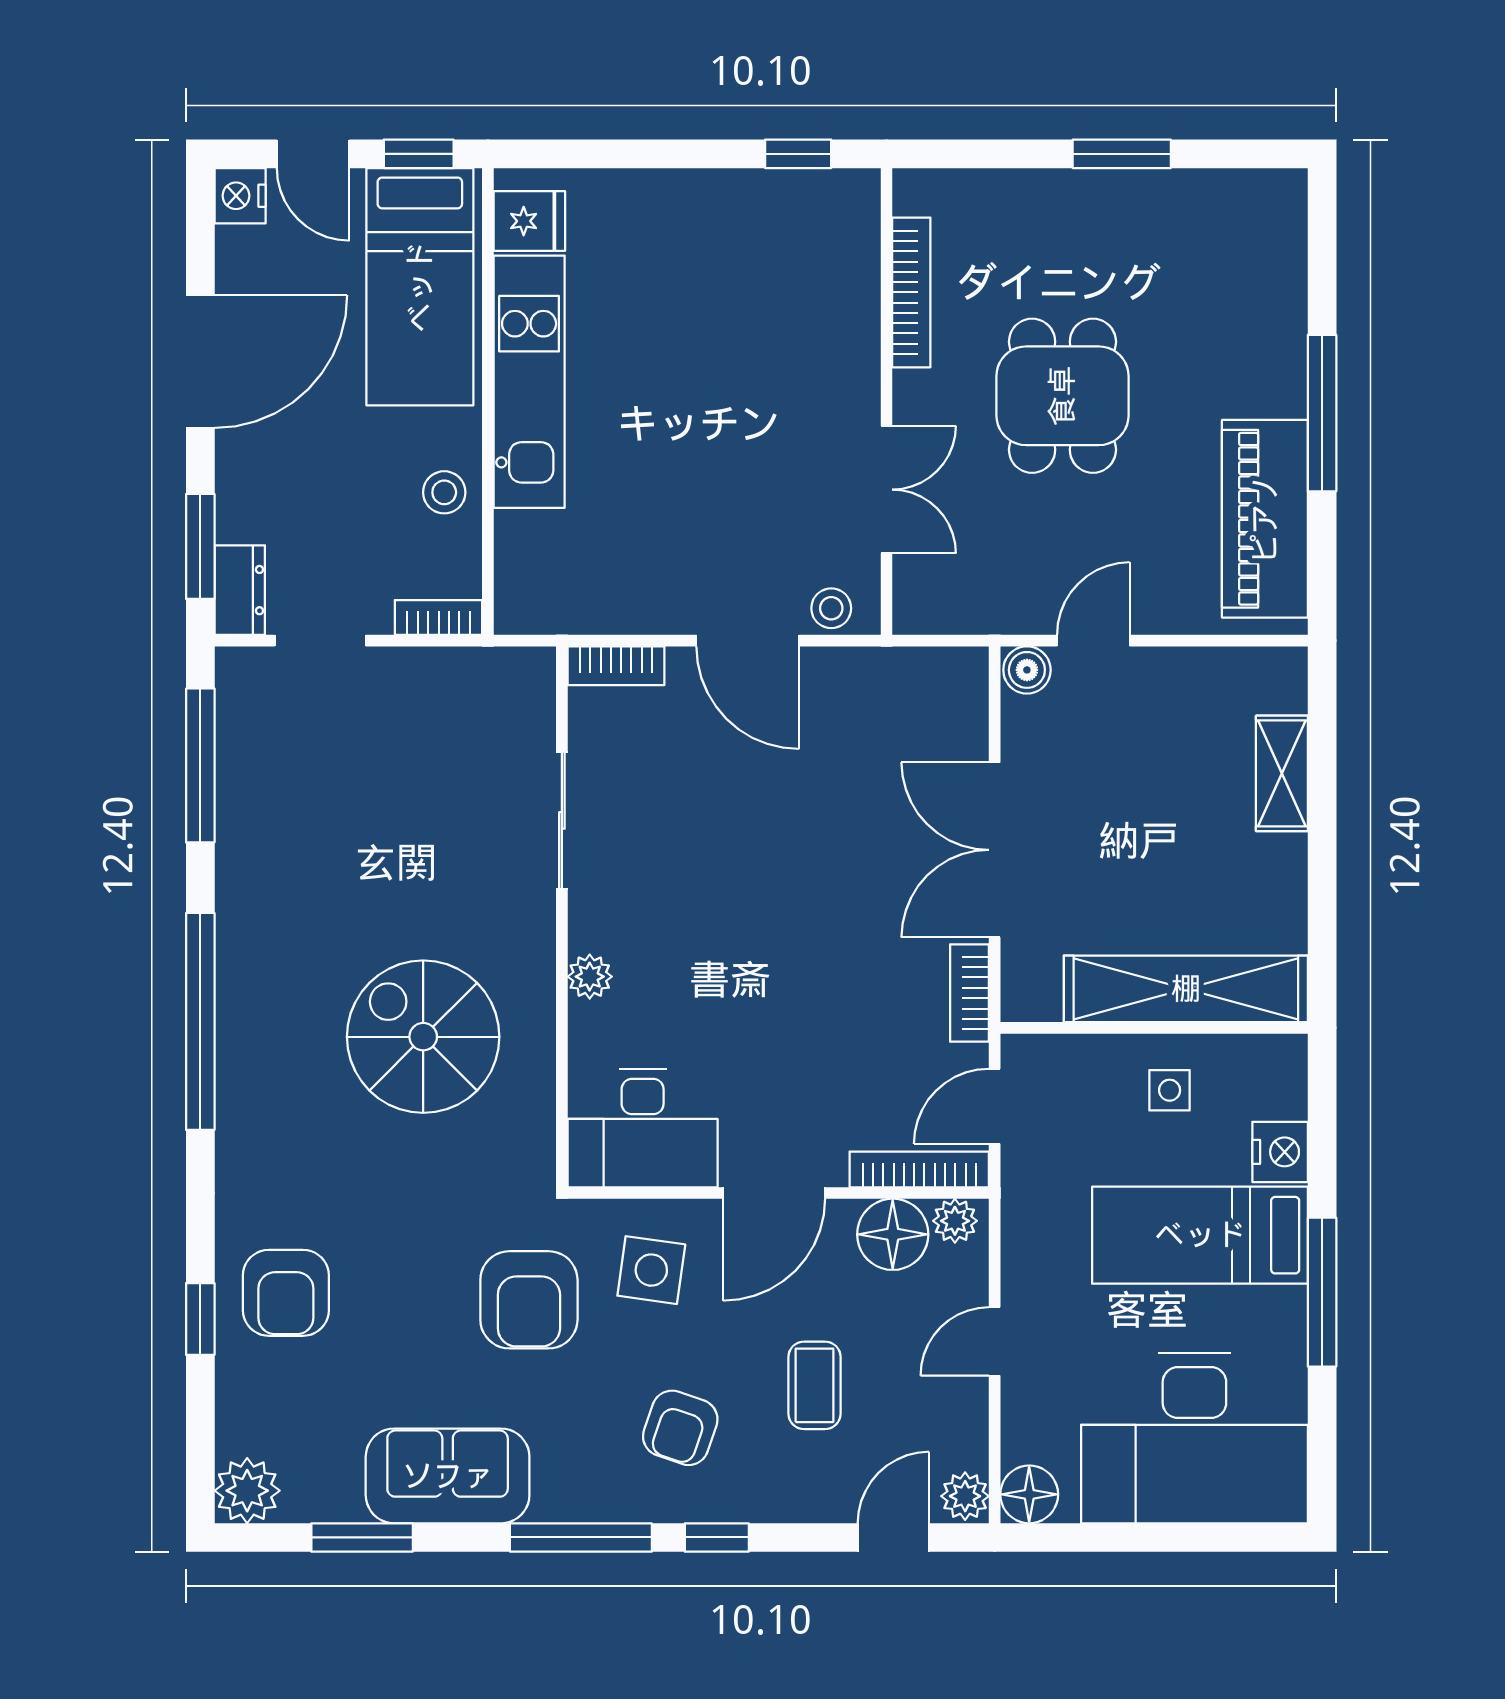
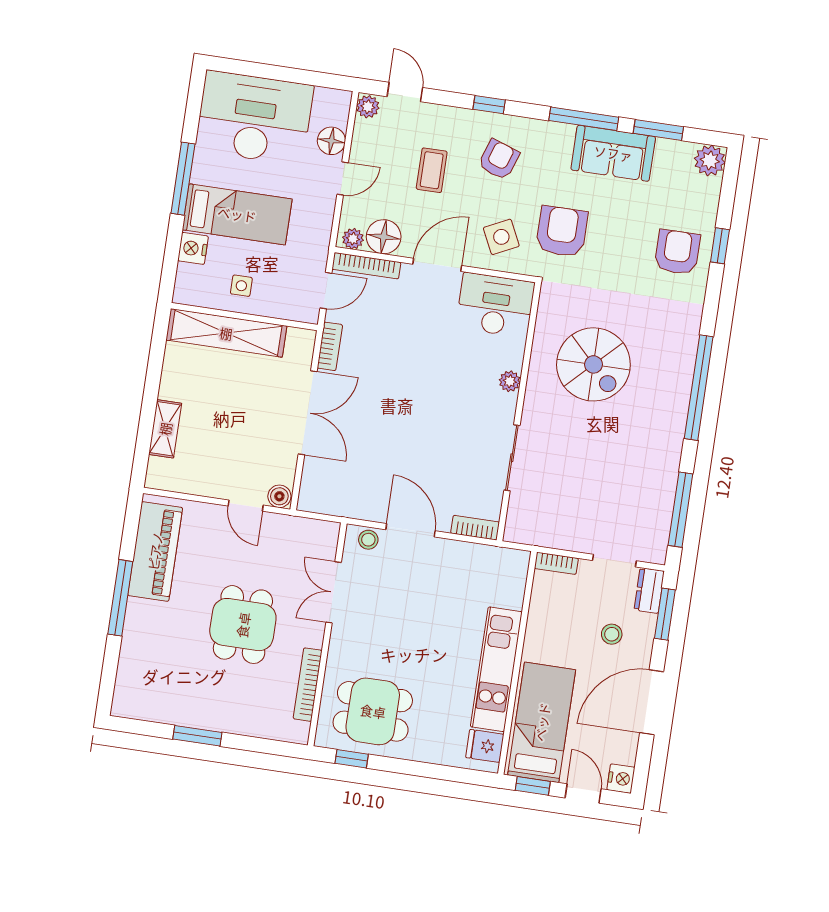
dining table: (770, 257) -> (373, 711), added
stool: (444, 492) -> (612, 634), moved
door: (1093, 641) -> (246, 506), hinge flipped
side table: (651, 1270) -> (501, 237), turned -34
floor lamp: (1029, 1494) -> (331, 141), moved
window: (581, 1537) -> (584, 119), moved
door: (893, 1537) -> (405, 92), swing flipped

